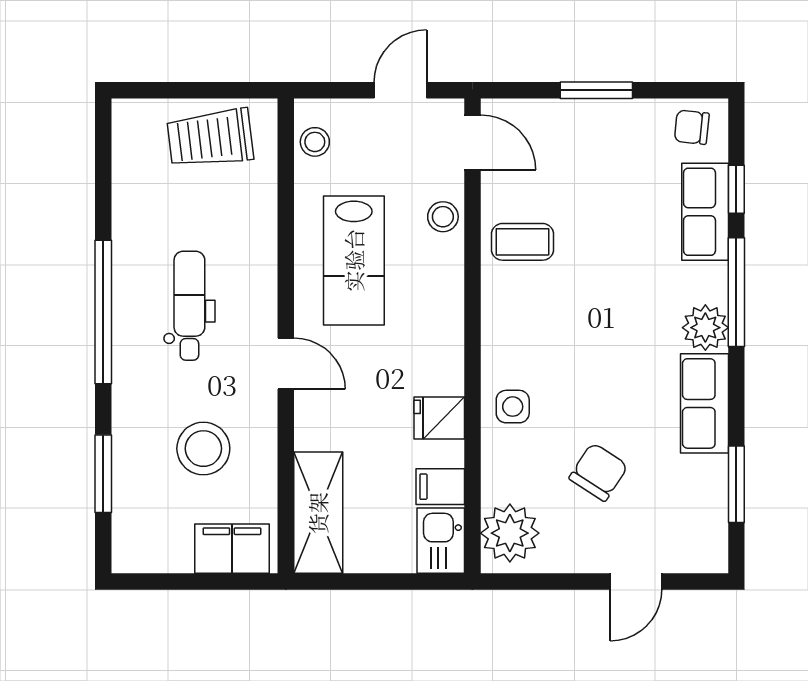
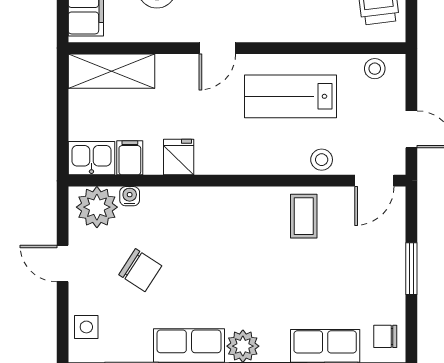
chair: (692, 127) -> (385, 336), turned -96
side table: (513, 407) -> (86, 327), moved
water cooler: (494, 487) -> (130, 196), added
door: (636, 581) -> (63, 264), moved

